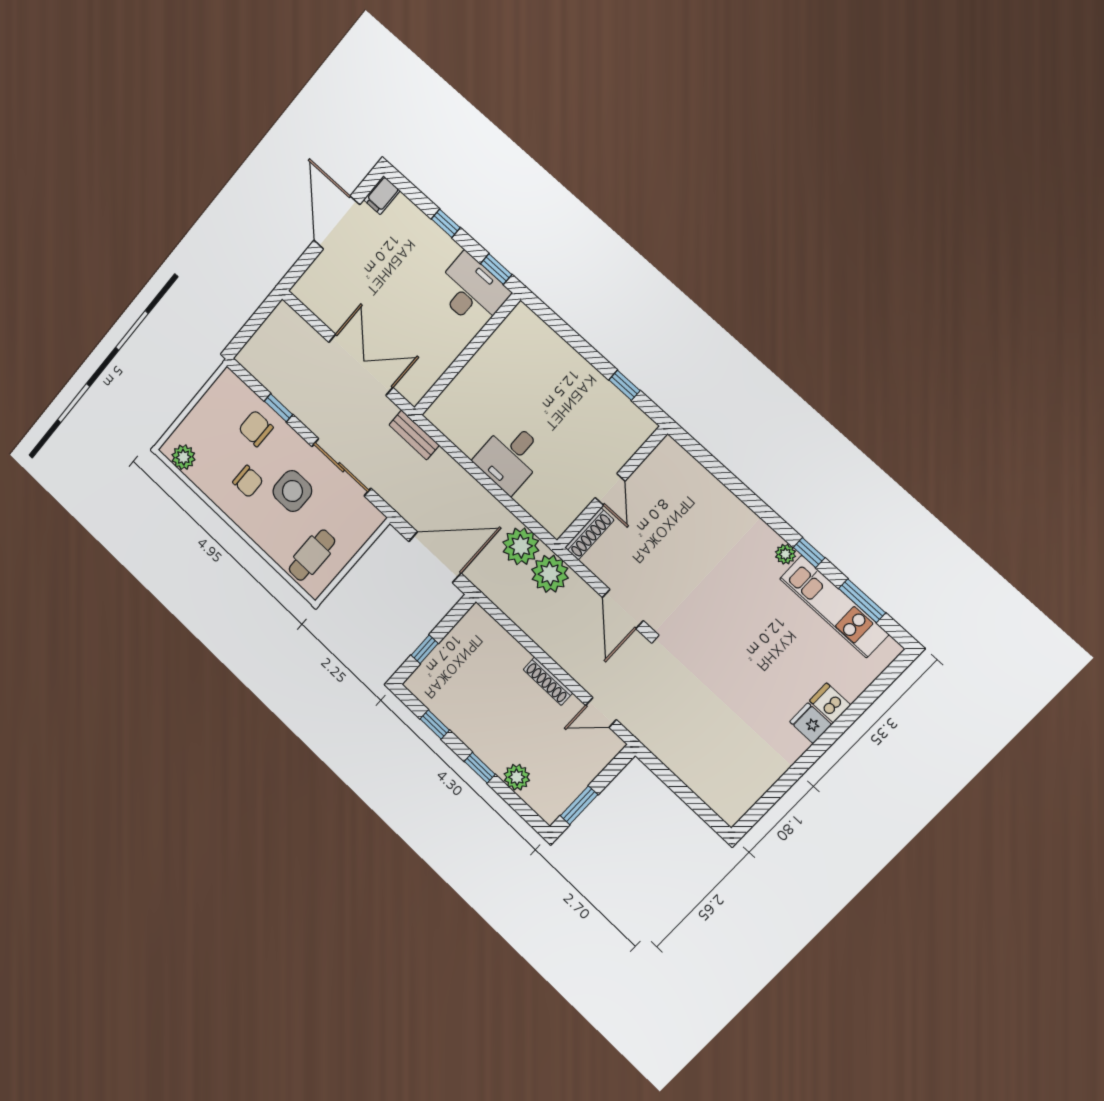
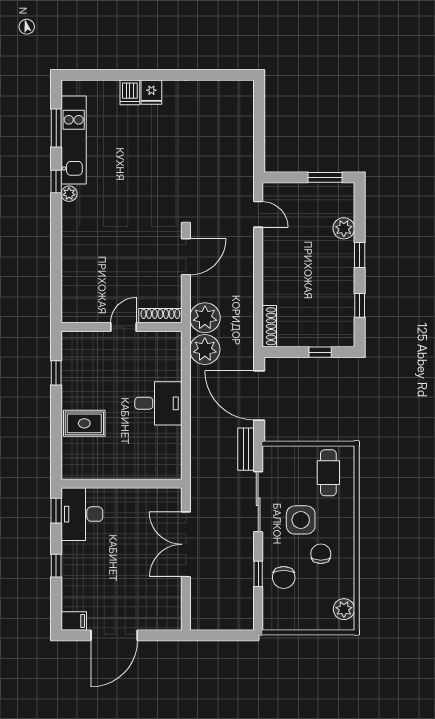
rug: (553, 369) -> (84, 423), added
bench: (414, 435) -> (246, 449), moved
cafe table: (312, 555) -> (328, 473), turned 90
shoe rack: (548, 681) -> (269, 326), moved

